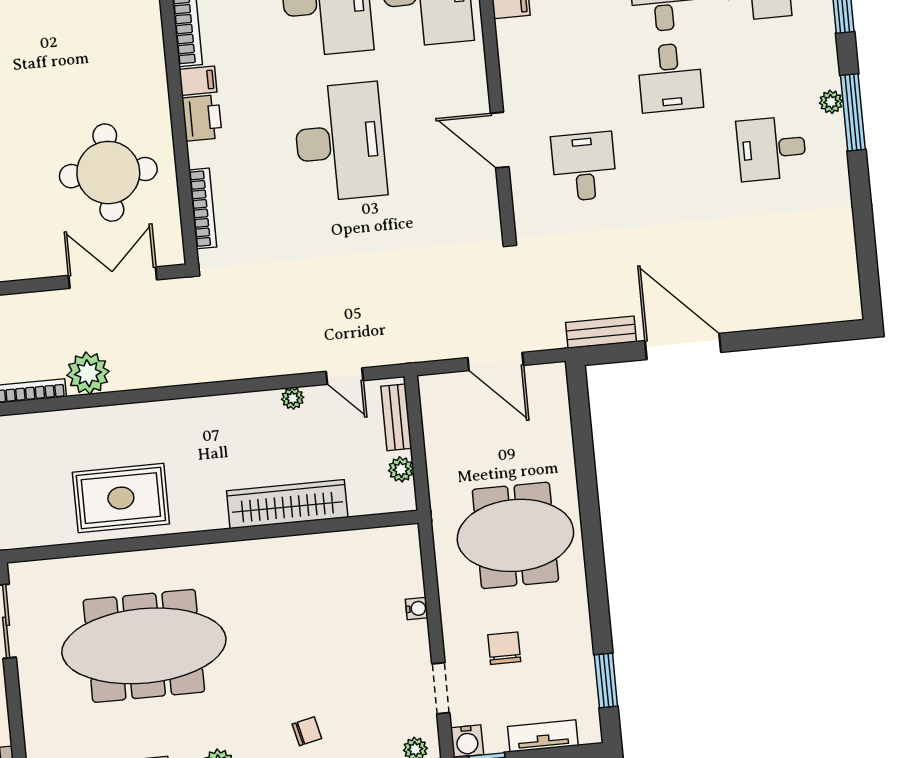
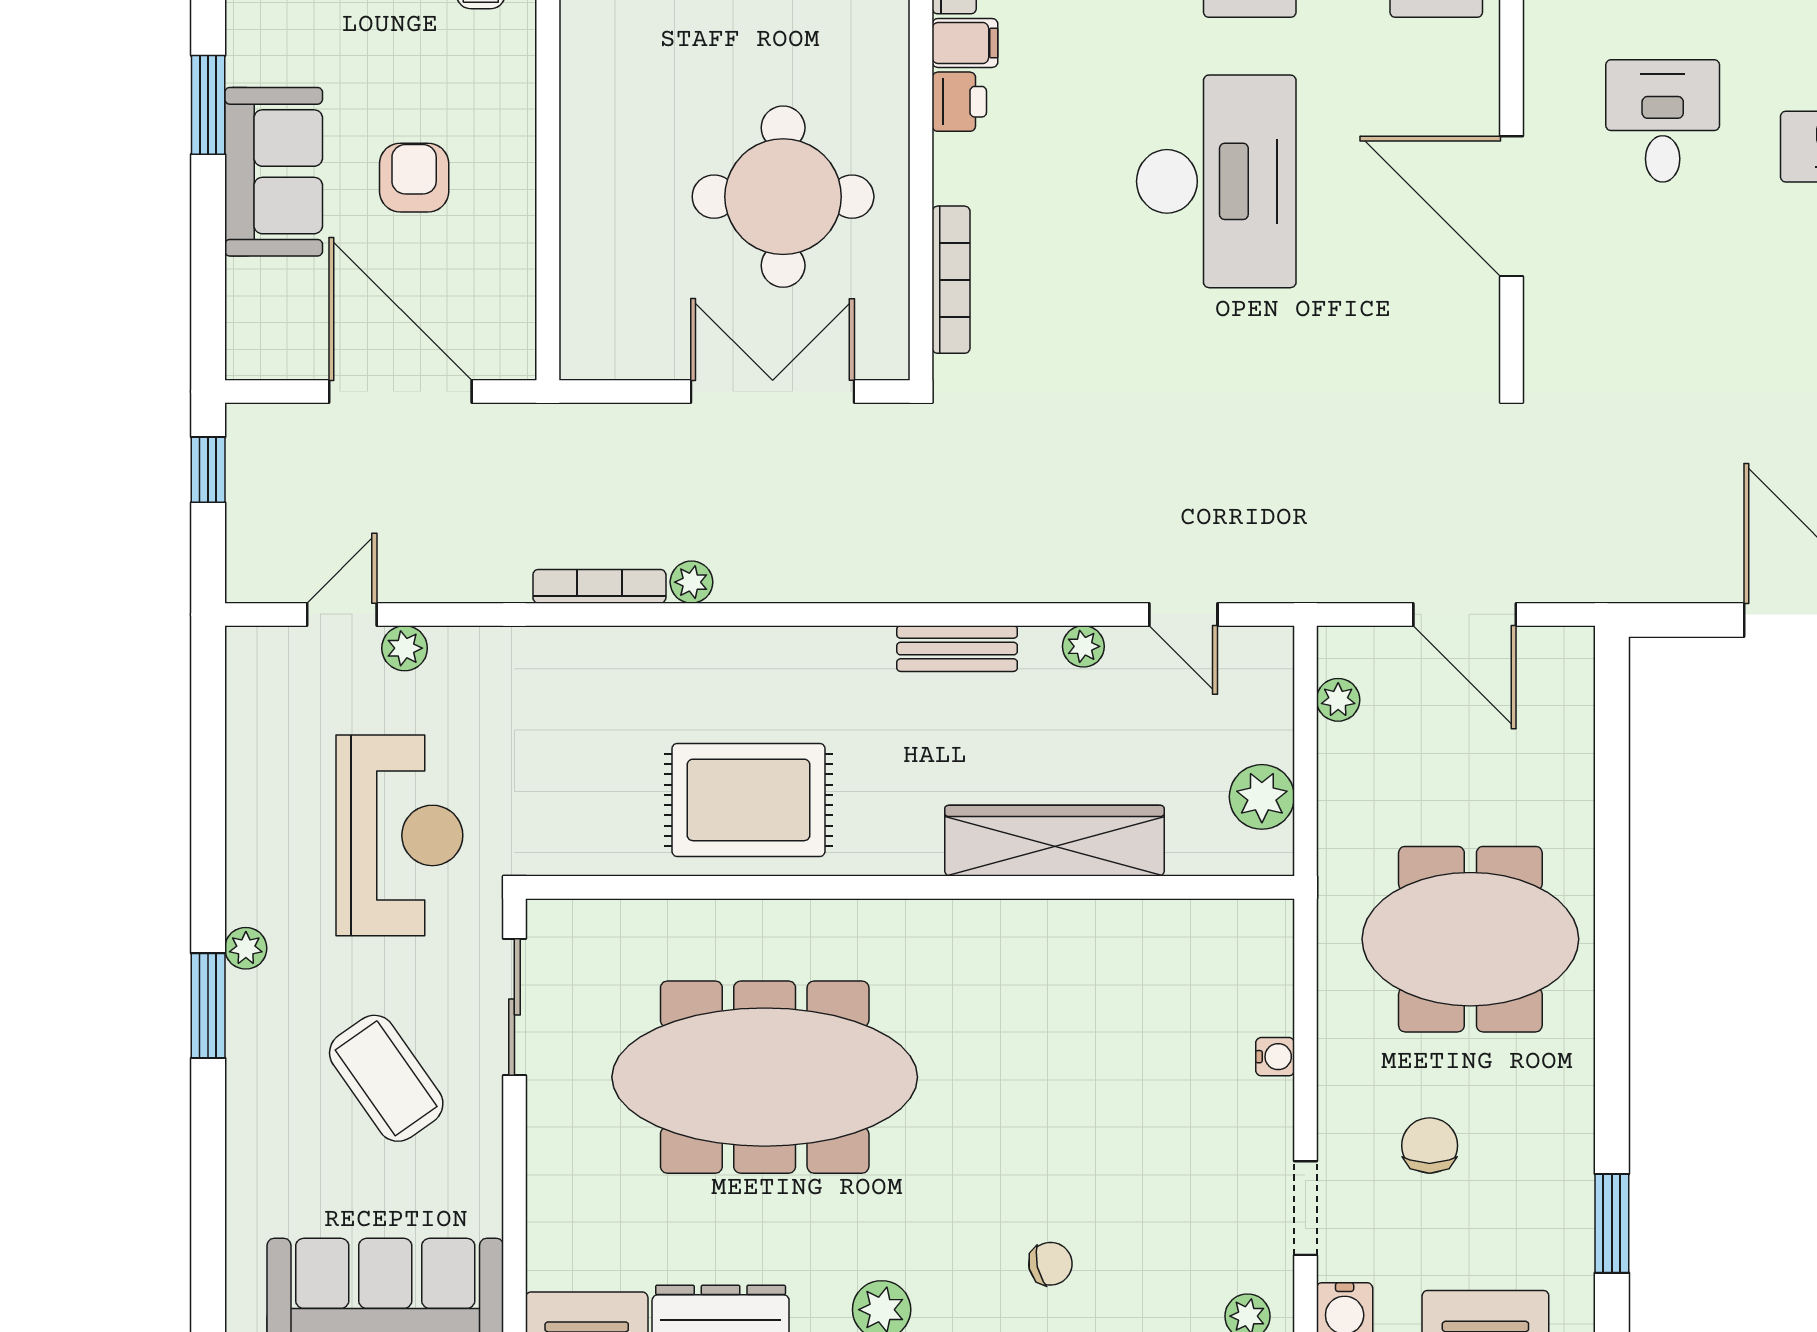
printer: (202, 118) -> (959, 102), width x0.73, depth x0.81
door: (500, 140) -> (1512, 206), width x1.36
desk: (584, 167) -> (1663, 121), moved
bench: (601, 332) -> (1665, 579), removed
plant: (88, 373) -> (691, 582), width x0.53, depth x0.53
plant: (432, 414) -> (1338, 700), added
bench: (396, 417) -> (957, 649), moved, turned 90
plant: (401, 469) -> (1262, 797), width x1.38, depth x1.38

